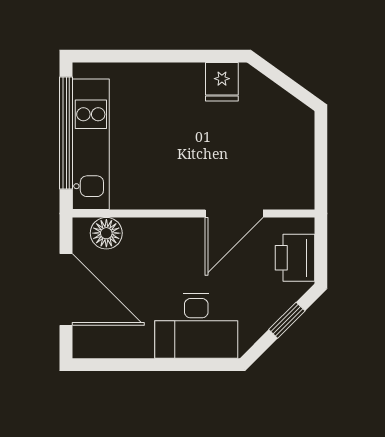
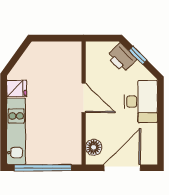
kitchen unit: (91, 144) -> (16, 131), moved, turned 90
door: (234, 214) -> (84, 98), moved
printer: (295, 258) -> (122, 58), moved, turned 45

